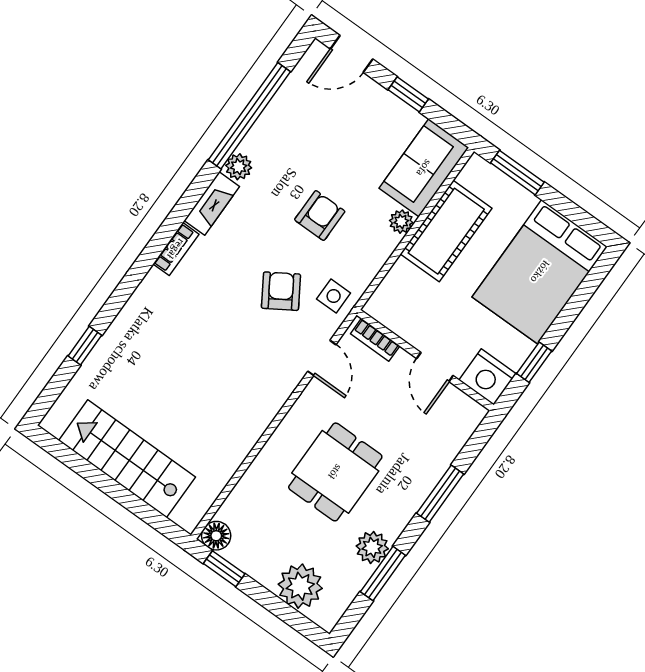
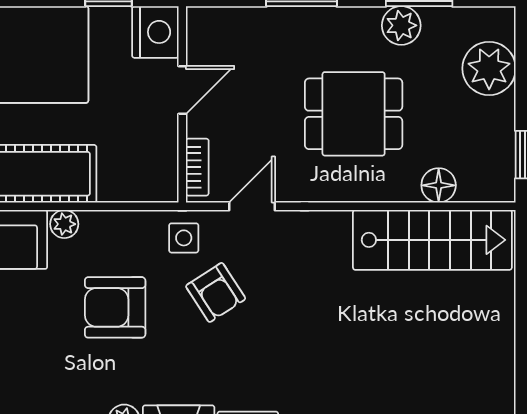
armchair: (320, 215) -> (115, 307), width x1.38, depth x1.38
armchair: (281, 291) -> (216, 292), turned -91
stairs: (127, 459) -> (432, 240), moved, turned -90
floor lamp: (216, 536) -> (439, 185), moved

